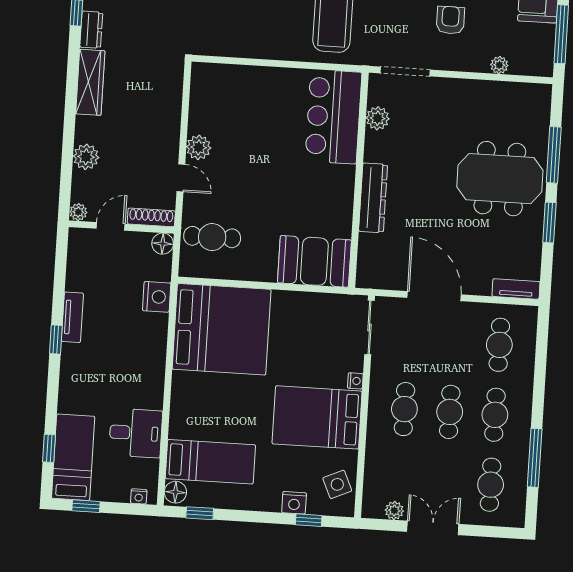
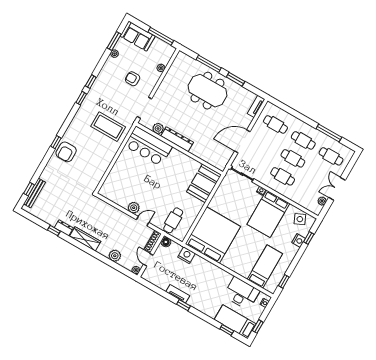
meeting table: (500, 179) -> (207, 91), turned 90
dresser: (373, 198) -> (177, 139), moved
desk: (136, 433) -> (241, 293), width x1.37
floor lamp: (175, 492) -> (270, 287), removed

